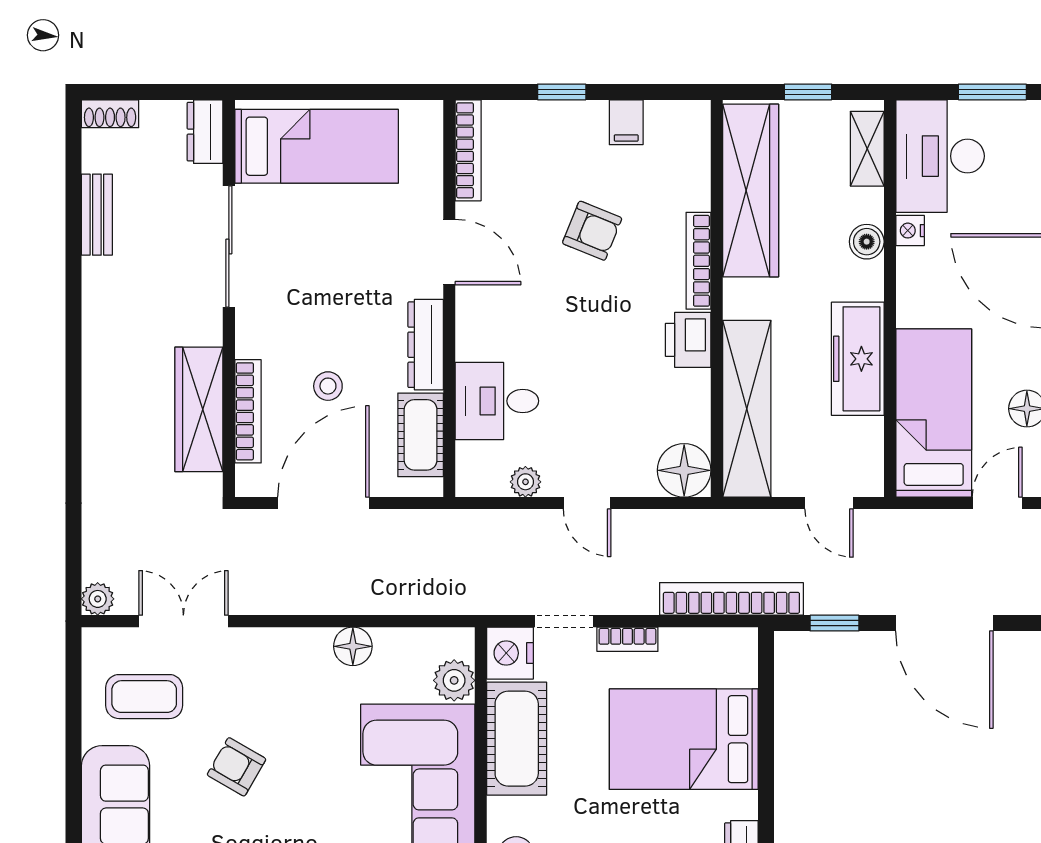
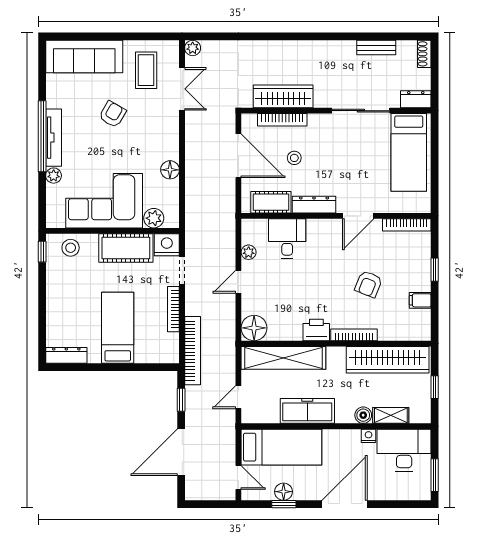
shelving: (867, 149) -> (391, 415), moved
bookcase: (627, 639) -> (173, 309), width x1.56
bed: (684, 739) -> (118, 328), width x0.67

